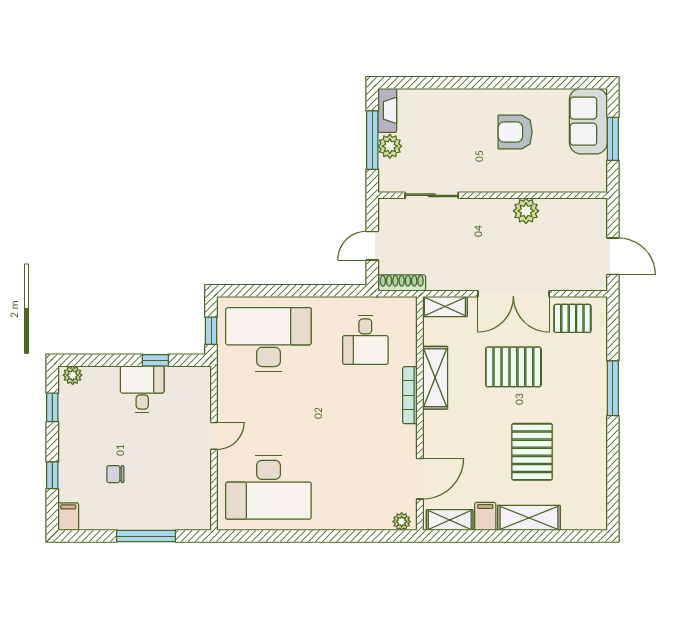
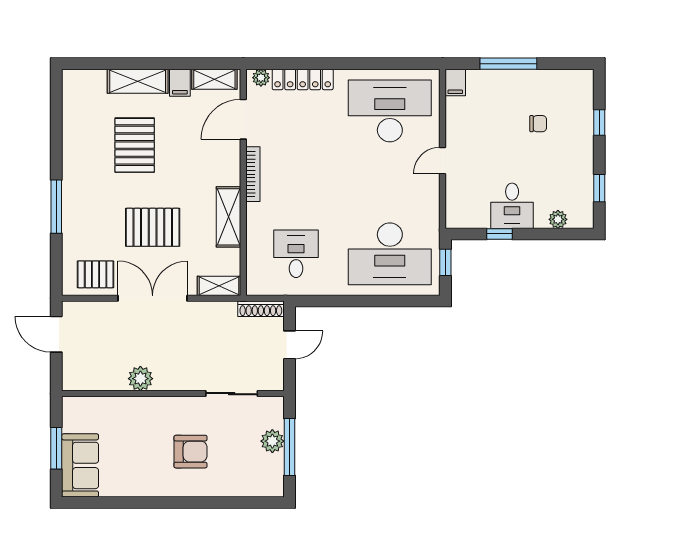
fireplace: (387, 110) -> (275, 476), removed
armchair: (515, 132) -> (190, 452), moved
plant: (73, 375) -> (558, 219), moved
bookcase: (410, 395) -> (253, 174), moved
filing cabinet: (68, 517) -> (455, 82), moved
locker: (358, 520) -> (303, 79), added

